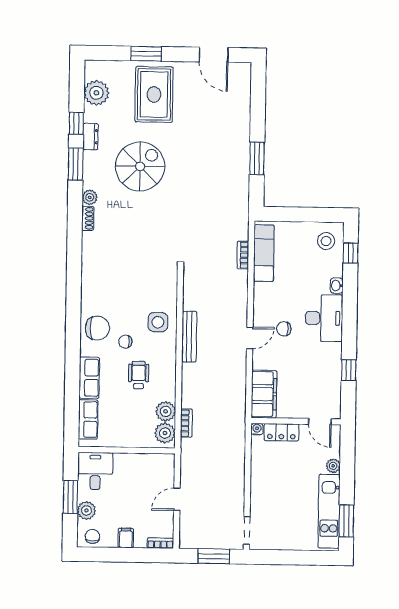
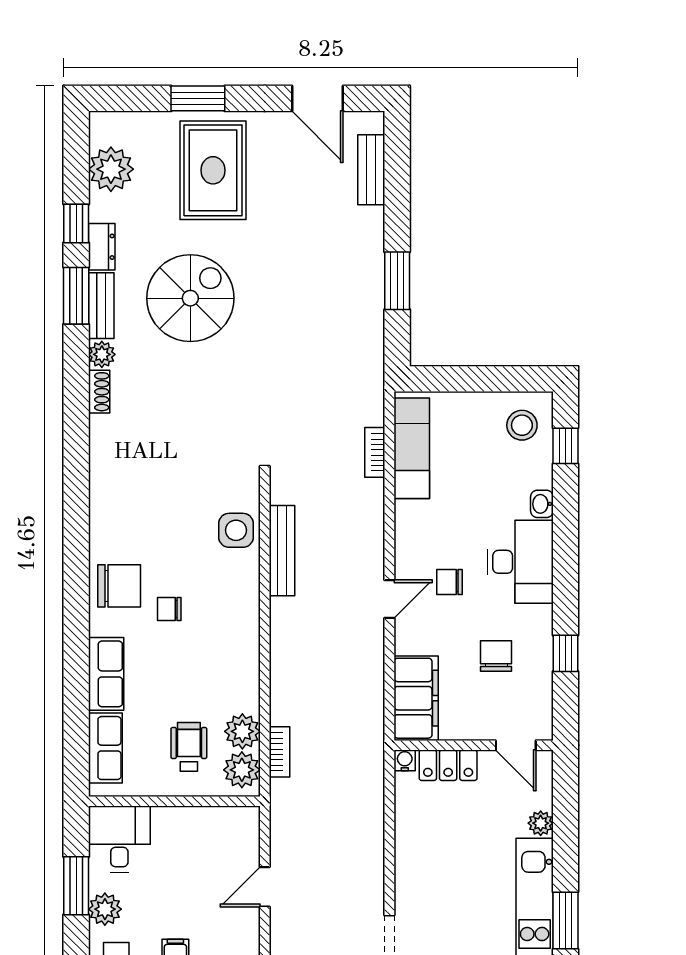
bench: (243, 95) -> (371, 170), added
bench: (90, 170) -> (101, 306), added
side table: (158, 322) -> (236, 530), moved
bench: (189, 337) -> (282, 551), moved
chair: (309, 371) -> (496, 656), added
wheelchair: (139, 375) -> (189, 747), moved

